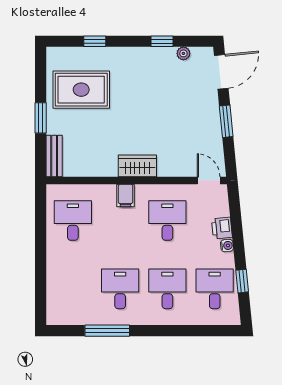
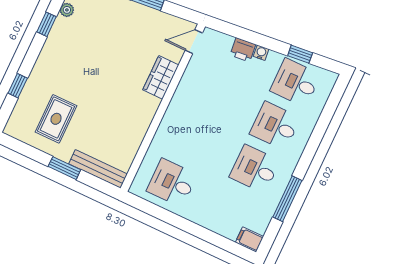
rug: (81, 90) -> (56, 119), width x0.73, depth x0.70
bench: (54, 156) -> (98, 169), width x1.36
wardrobe: (137, 166) -> (161, 77), moved
filing cabinet: (126, 196) -> (249, 239), moved, turned 180
desk: (167, 220) -> (213, 96), removed

